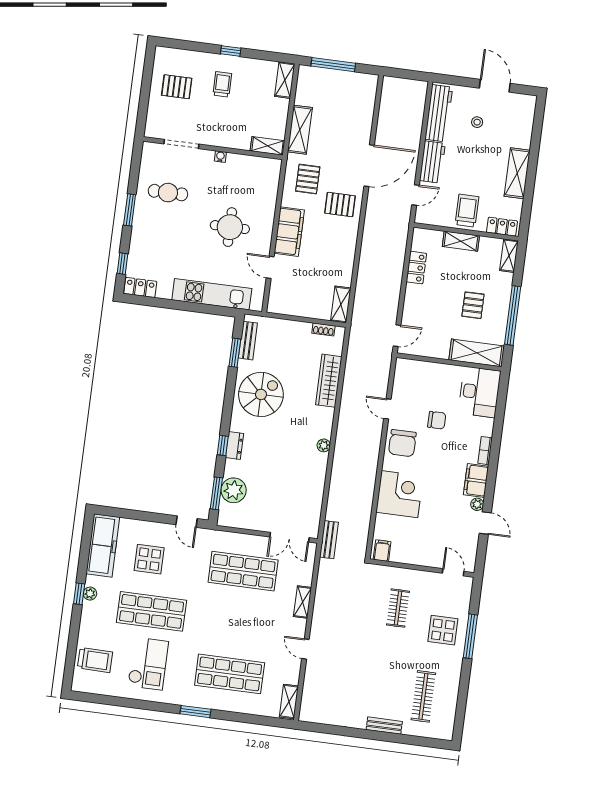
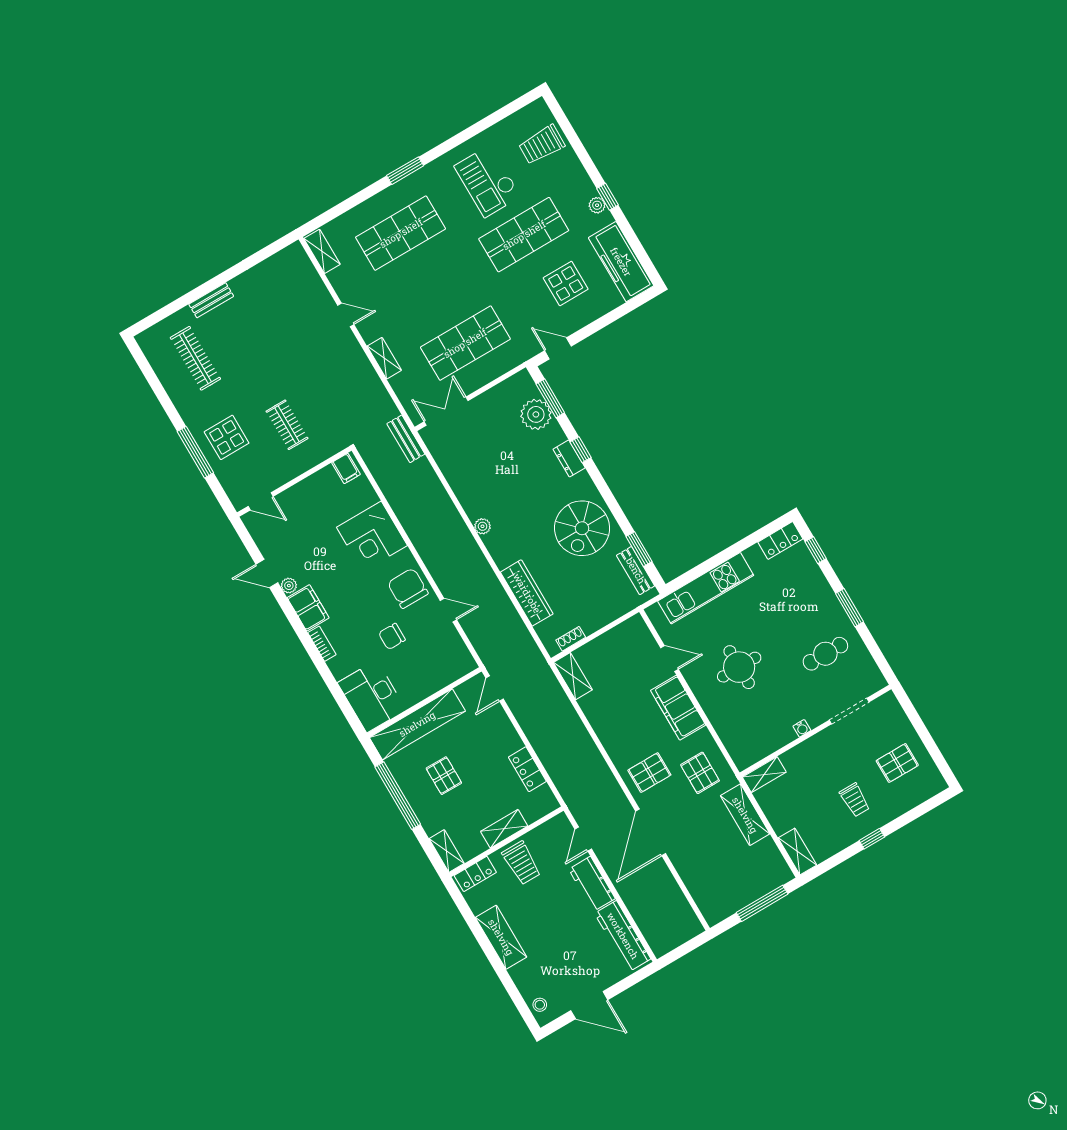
stool: (477, 122) -> (540, 1005), moved
shelving: (477, 353) -> (417, 724), width x1.47

